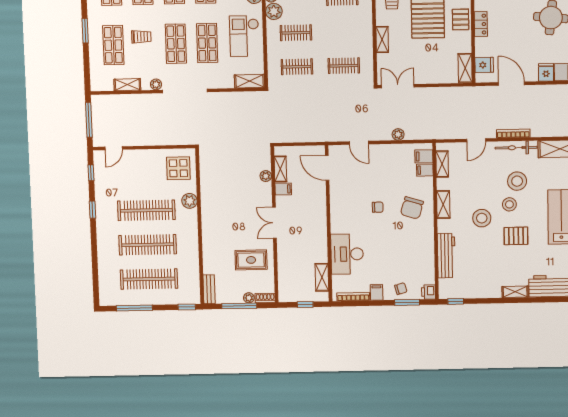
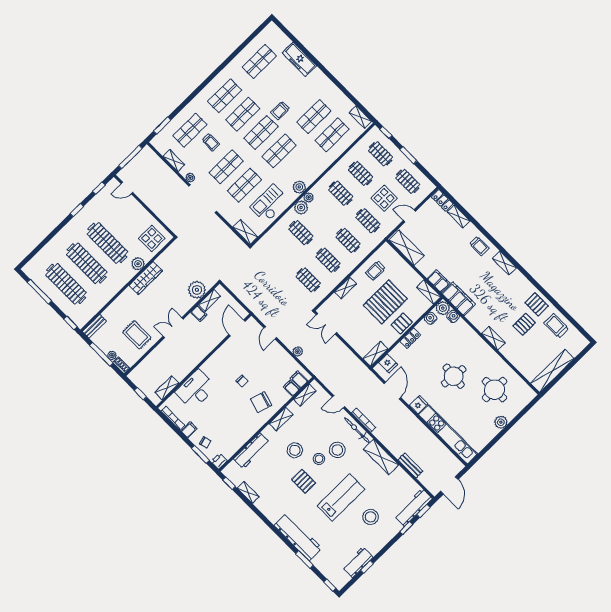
window: (85, 31) -> (162, 125), moved
clothes rail: (297, 67) -> (328, 260), moved
double door: (398, 86) -> (326, 324), swing flipped
plant: (266, 176) -> (197, 290), width x1.88, depth x1.88
wardrobe: (209, 206) -> (146, 278), added
shelving: (515, 292) -> (248, 492), moved

